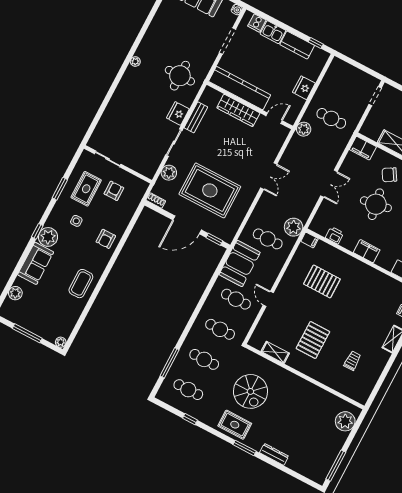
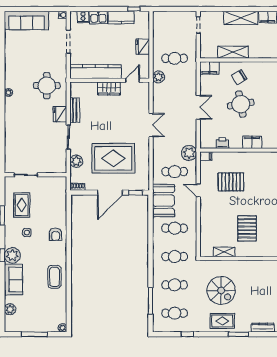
wardrobe: (238, 110) -> (109, 88), width x0.67
armchair: (114, 191) -> (43, 196), removed
door: (268, 299) -> (198, 191), moved

